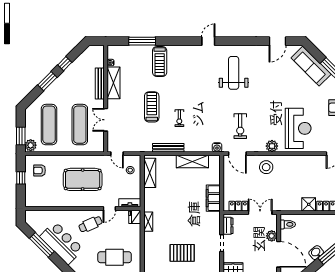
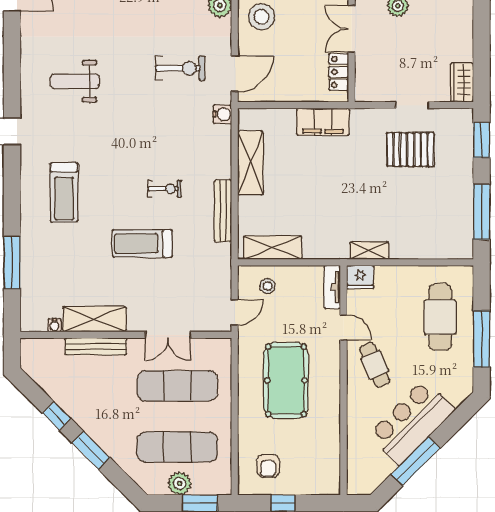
treadmill: (160, 61) -> (64, 192), moved, turned 90
weight bench: (234, 73) -> (75, 81), width x0.73, depth x0.75
plant: (31, 145) -> (180, 483), moved
dresser: (228, 226) -> (378, 92), removed
pallet: (182, 253) -> (411, 150), moved, turned 90

